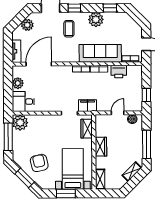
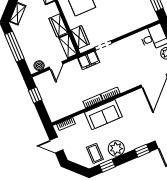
coffee table: (69, 29) -> (95, 153), moved
sofa: (100, 53) -> (103, 115), width x0.73
printer: (119, 72) -> (72, 107), removed
plant: (20, 123) -> (148, 15), removed
shelving: (100, 125) -> (68, 46), added

